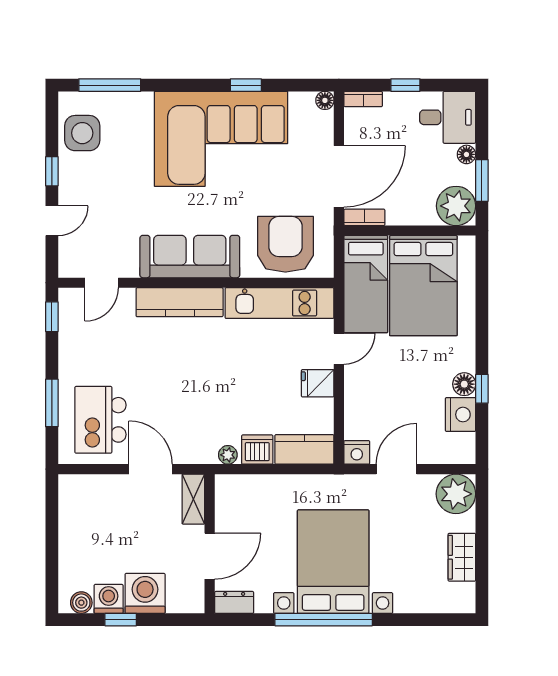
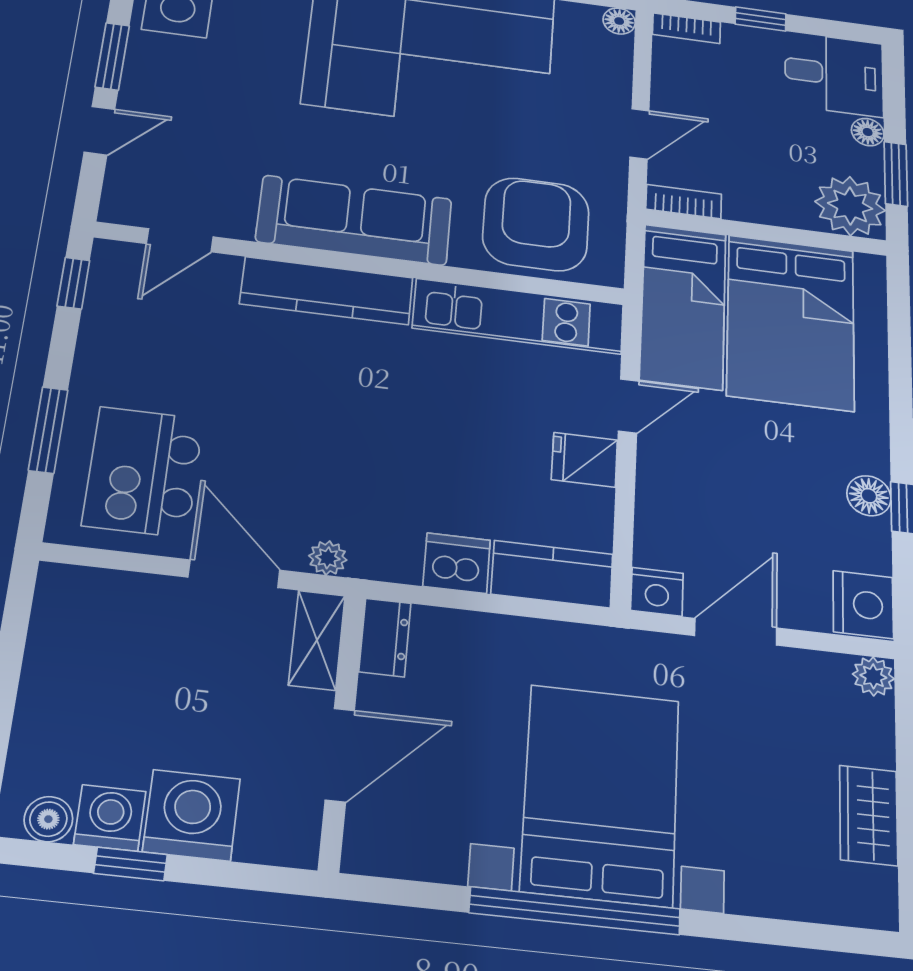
window: (52, 171) -> (112, 56), width x1.50
door: (339, 176) -> (639, 134), width x0.53
nightstand: (461, 415) -> (863, 605), moved
plant: (228, 455) -> (328, 558), moved
plant: (456, 494) -> (873, 676), width x0.53, depth x0.53
dresser: (234, 602) -> (385, 637), moved, turned 90

